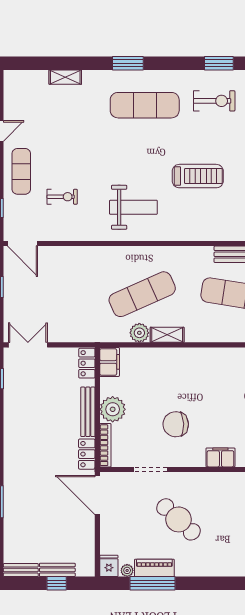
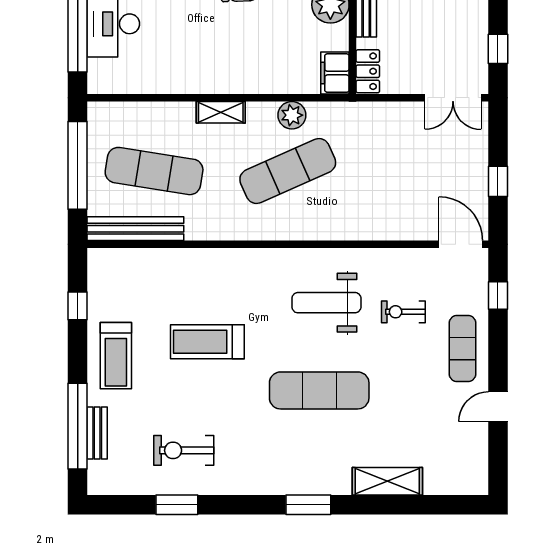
shelving: (65, 77) -> (387, 481), width x1.50, depth x1.33
exercise mat: (145, 105) -> (319, 390), moved
weight bench: (133, 207) -> (326, 303), moved
shelving: (167, 335) -> (221, 112), moved

